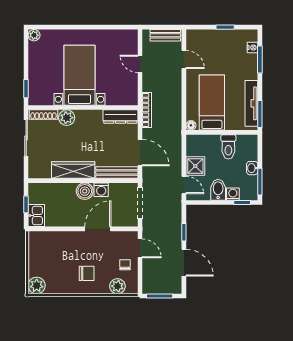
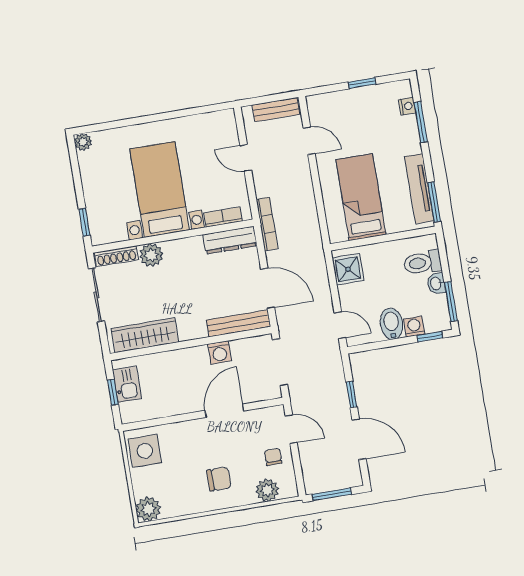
bookcase: (118, 100) -> (223, 217), added
floor lamp: (191, 125) -> (336, 236), removed
toilet: (228, 147) -> (422, 263), moved, turned 90
shower: (195, 166) -> (348, 269), moved
wardrobe: (73, 170) -> (145, 335), moved
boiler: (85, 191) -> (196, 359), removed
kitchen sink: (36, 216) -> (127, 384), moved
side table: (41, 247) -> (145, 451), added

